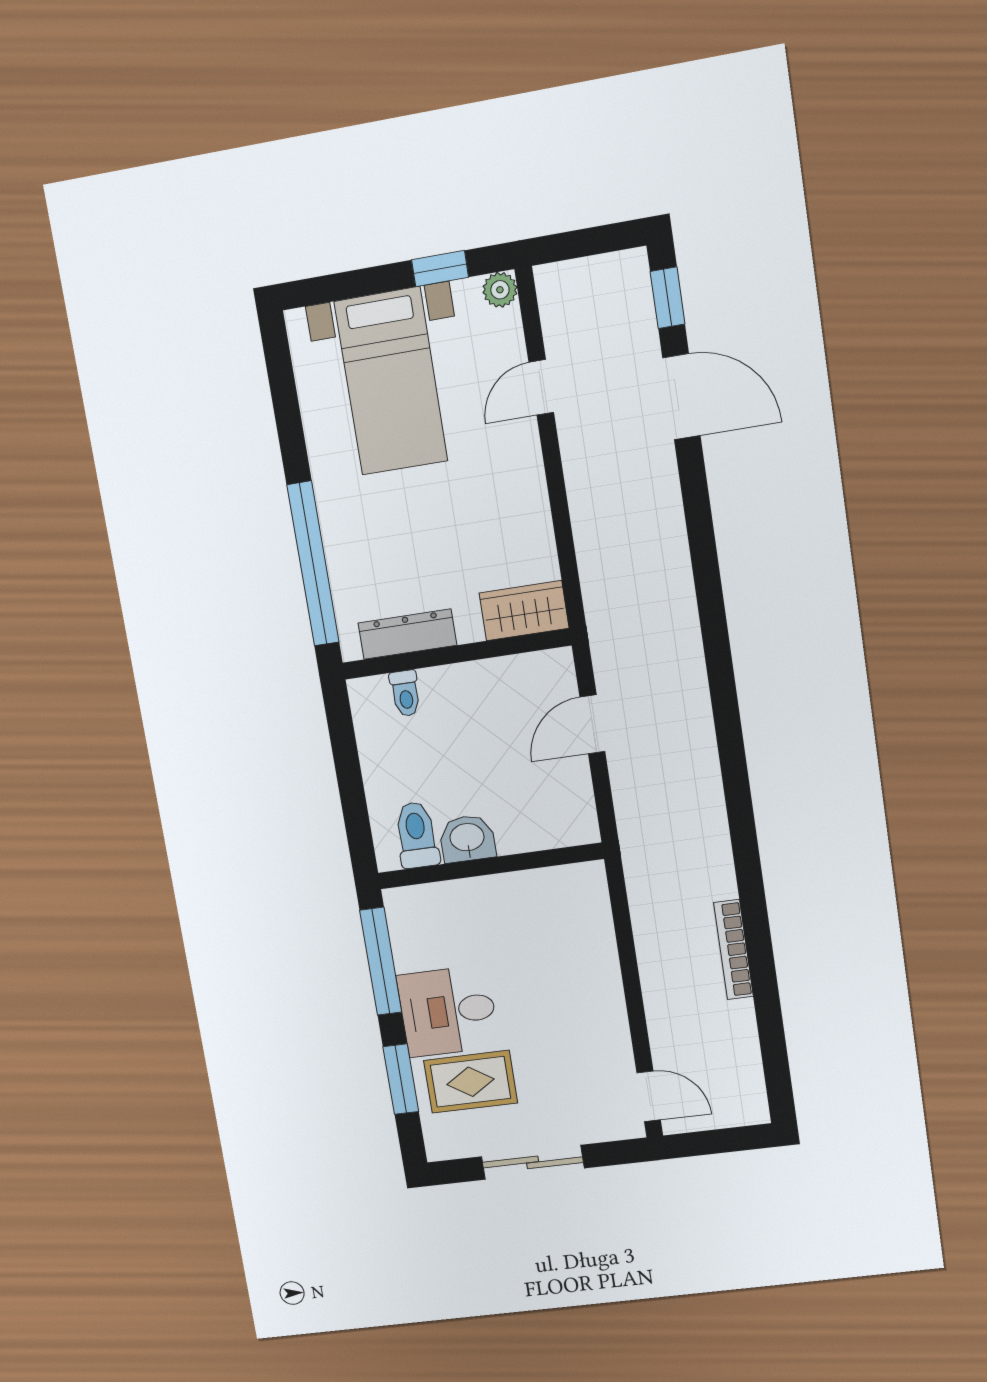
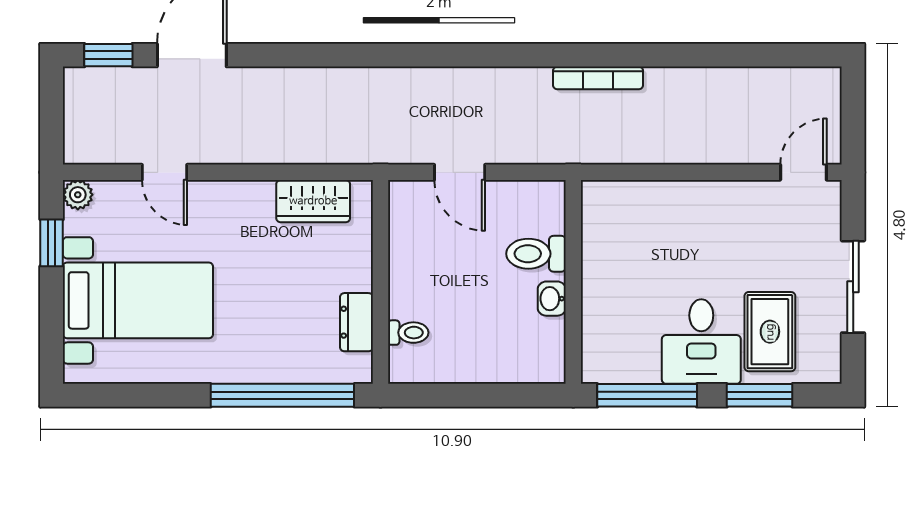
wardrobe: (524, 611) -> (313, 201), moved, turned -90
dresser: (407, 634) -> (356, 322), width x0.70
toilet: (417, 835) -> (536, 254), moved
washbasin: (467, 838) -> (552, 299), width x0.72, depth x0.69
bookcase: (734, 950) -> (598, 78), moved

